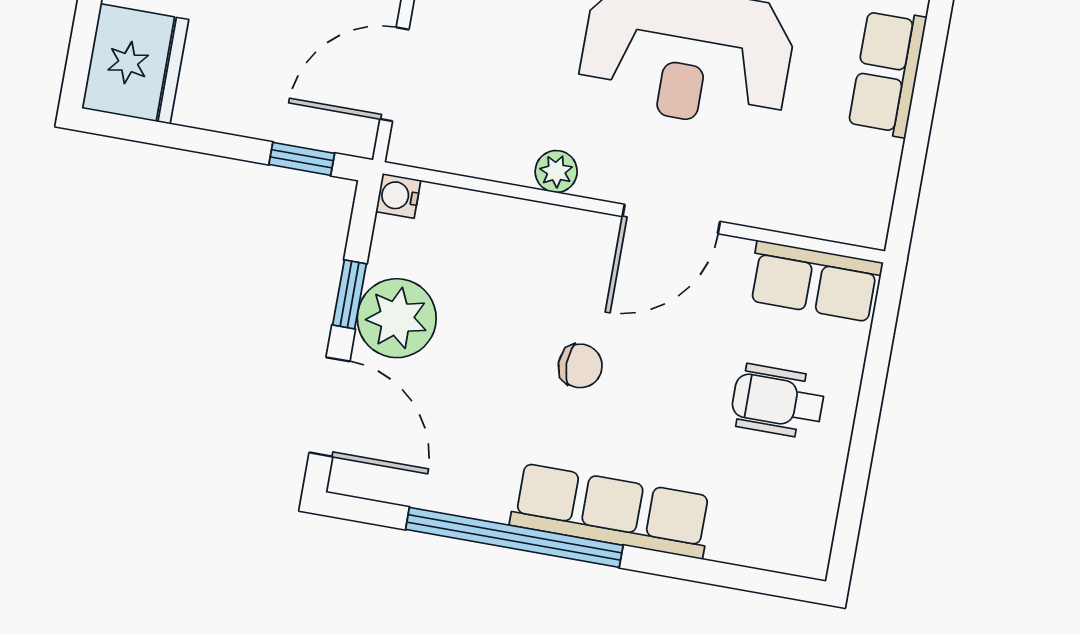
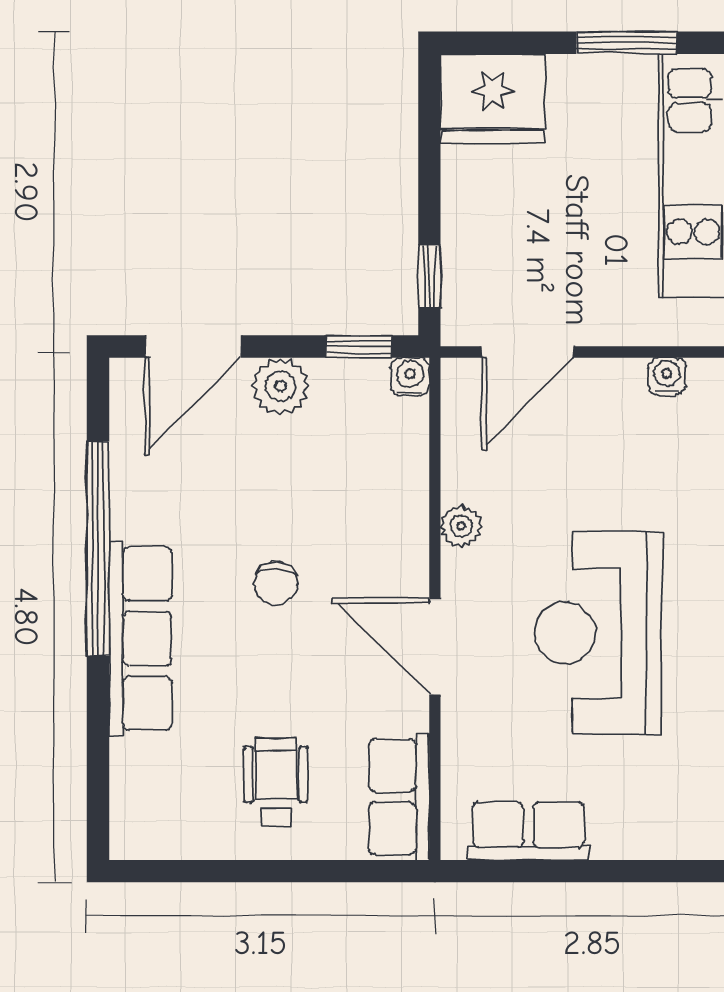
row of seats: (887, 73) -> (528, 831), moved
door: (394, 74) -> (528, 352), swing flipped
window: (350, 294) -> (359, 346), moved
plant: (397, 318) -> (280, 386), width x0.73, depth x0.73

